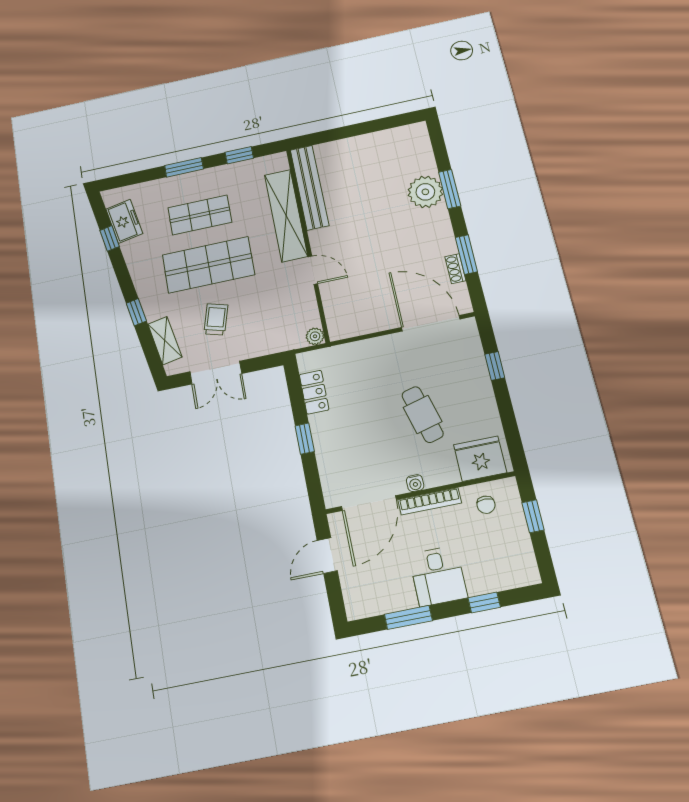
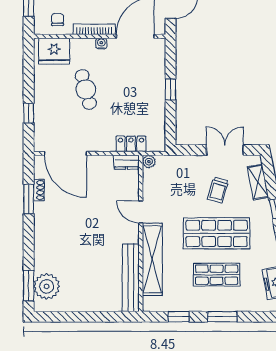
window: (450, 189) -> (29, 286), moved
plant: (425, 192) -> (47, 286), moved
dresser: (345, 329) -> (126, 162), added
locker: (314, 392) -> (131, 144), moved, turned 90

